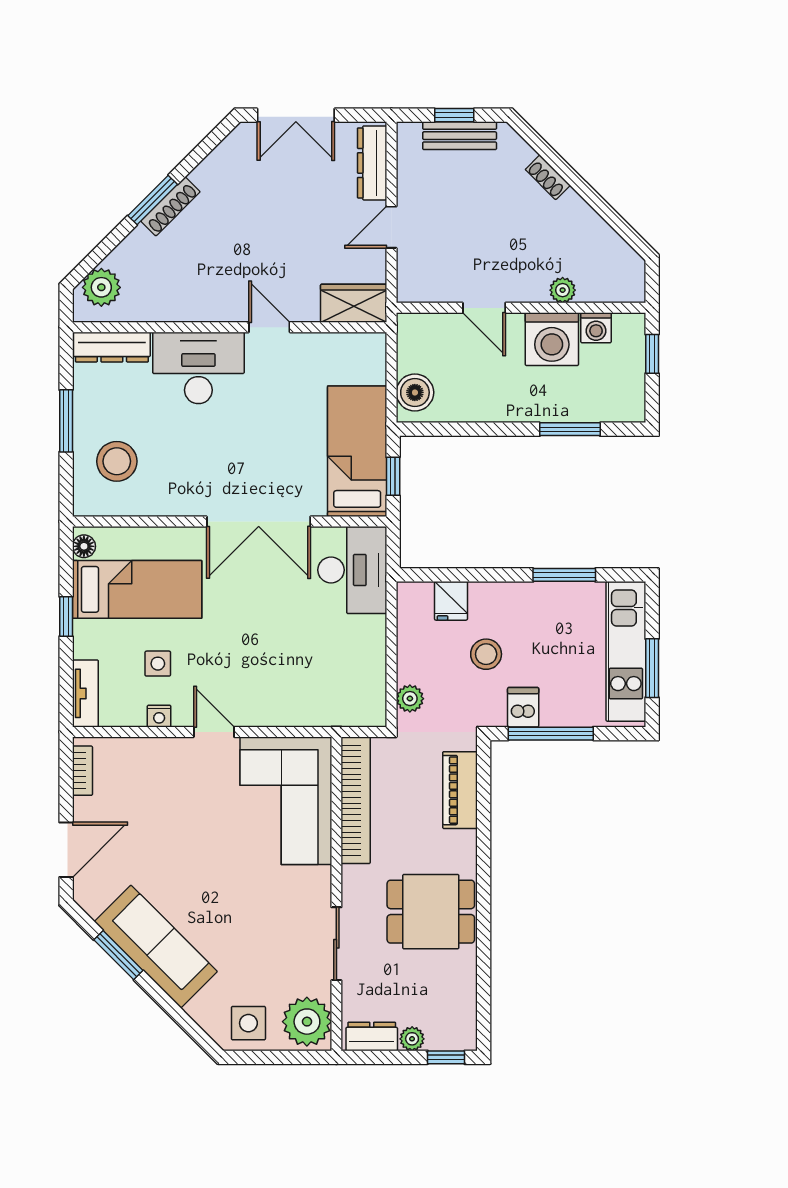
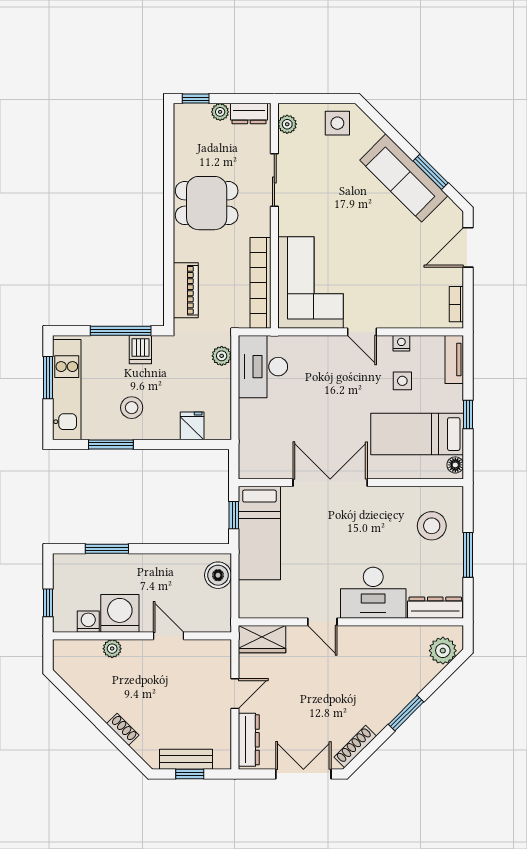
shoe rack: (170, 206) -> (355, 747), moved
desk: (352, 570) -> (263, 367), moved
stool: (486, 654) -> (132, 408), moved
plant: (307, 1022) -> (287, 124), width x0.53, depth x0.53

